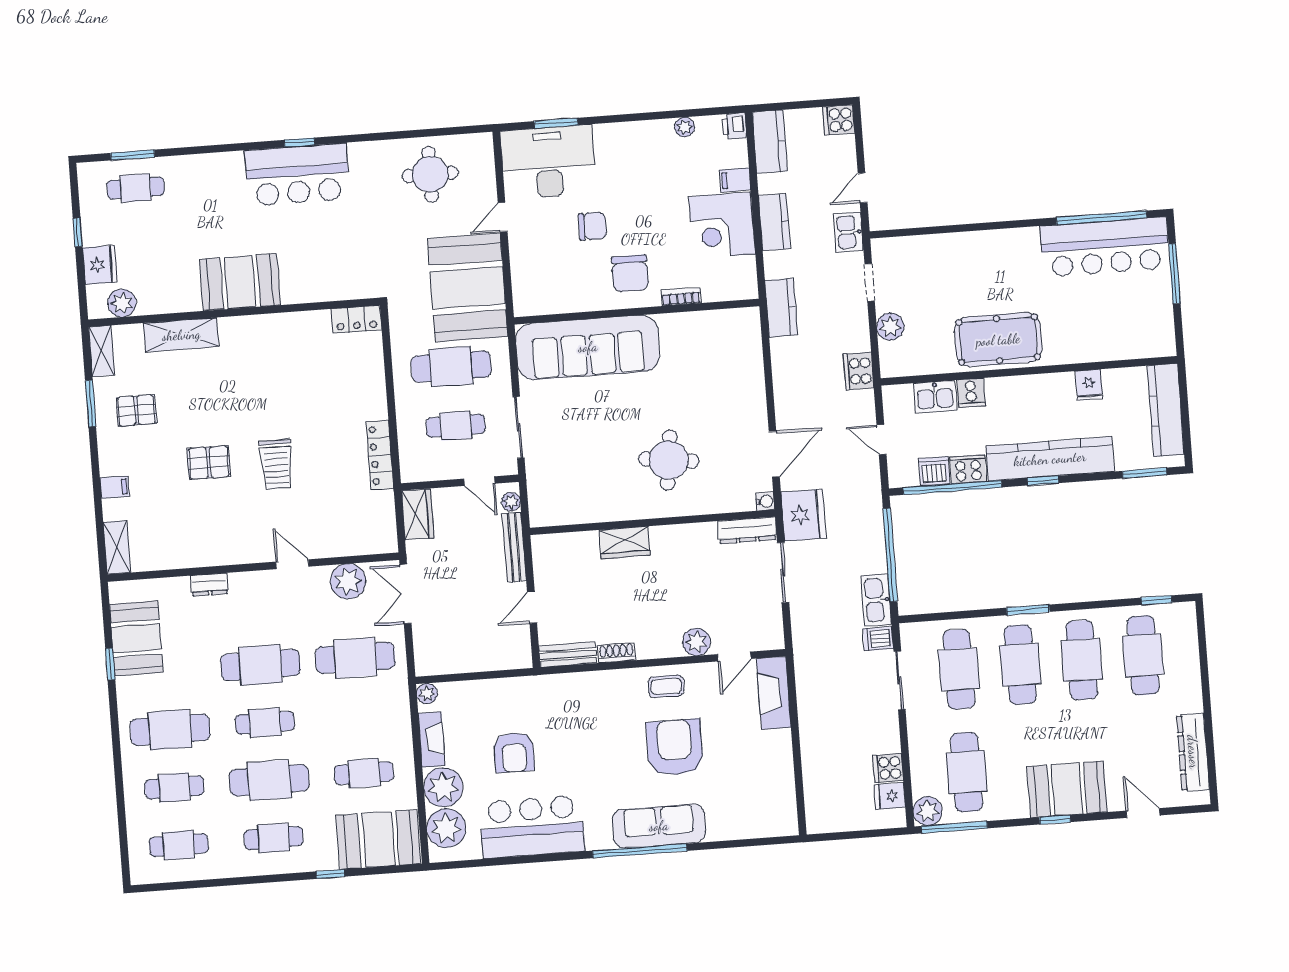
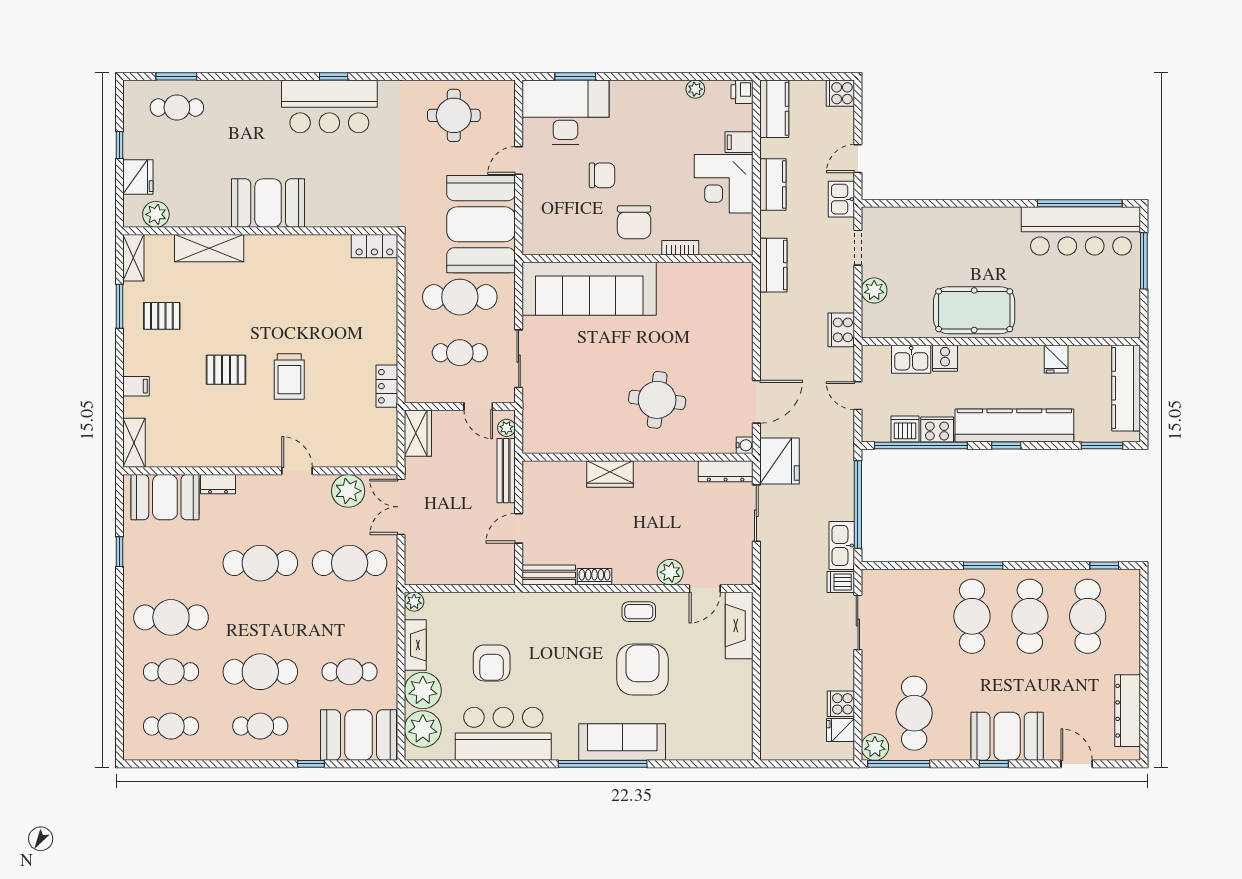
locker: (380, 455) -> (387, 386), width x0.66
booth: (136, 638) -> (165, 497), moved, turned 90
cafe table: (959, 669) -> (914, 616), removed
cafe table: (265, 723) -> (260, 617), removed

